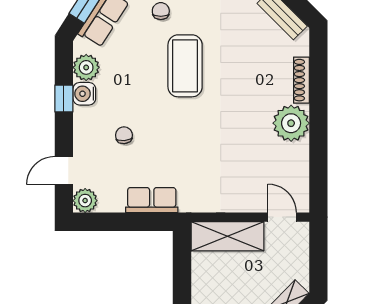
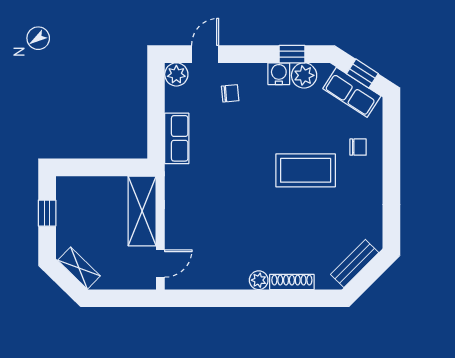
window: (64, 98) -> (292, 54), moved
plant: (291, 123) -> (259, 280), width x0.53, depth x0.53
chair: (124, 135) -> (230, 93), moved
door: (64, 171) -> (205, 54), hinge flipped

